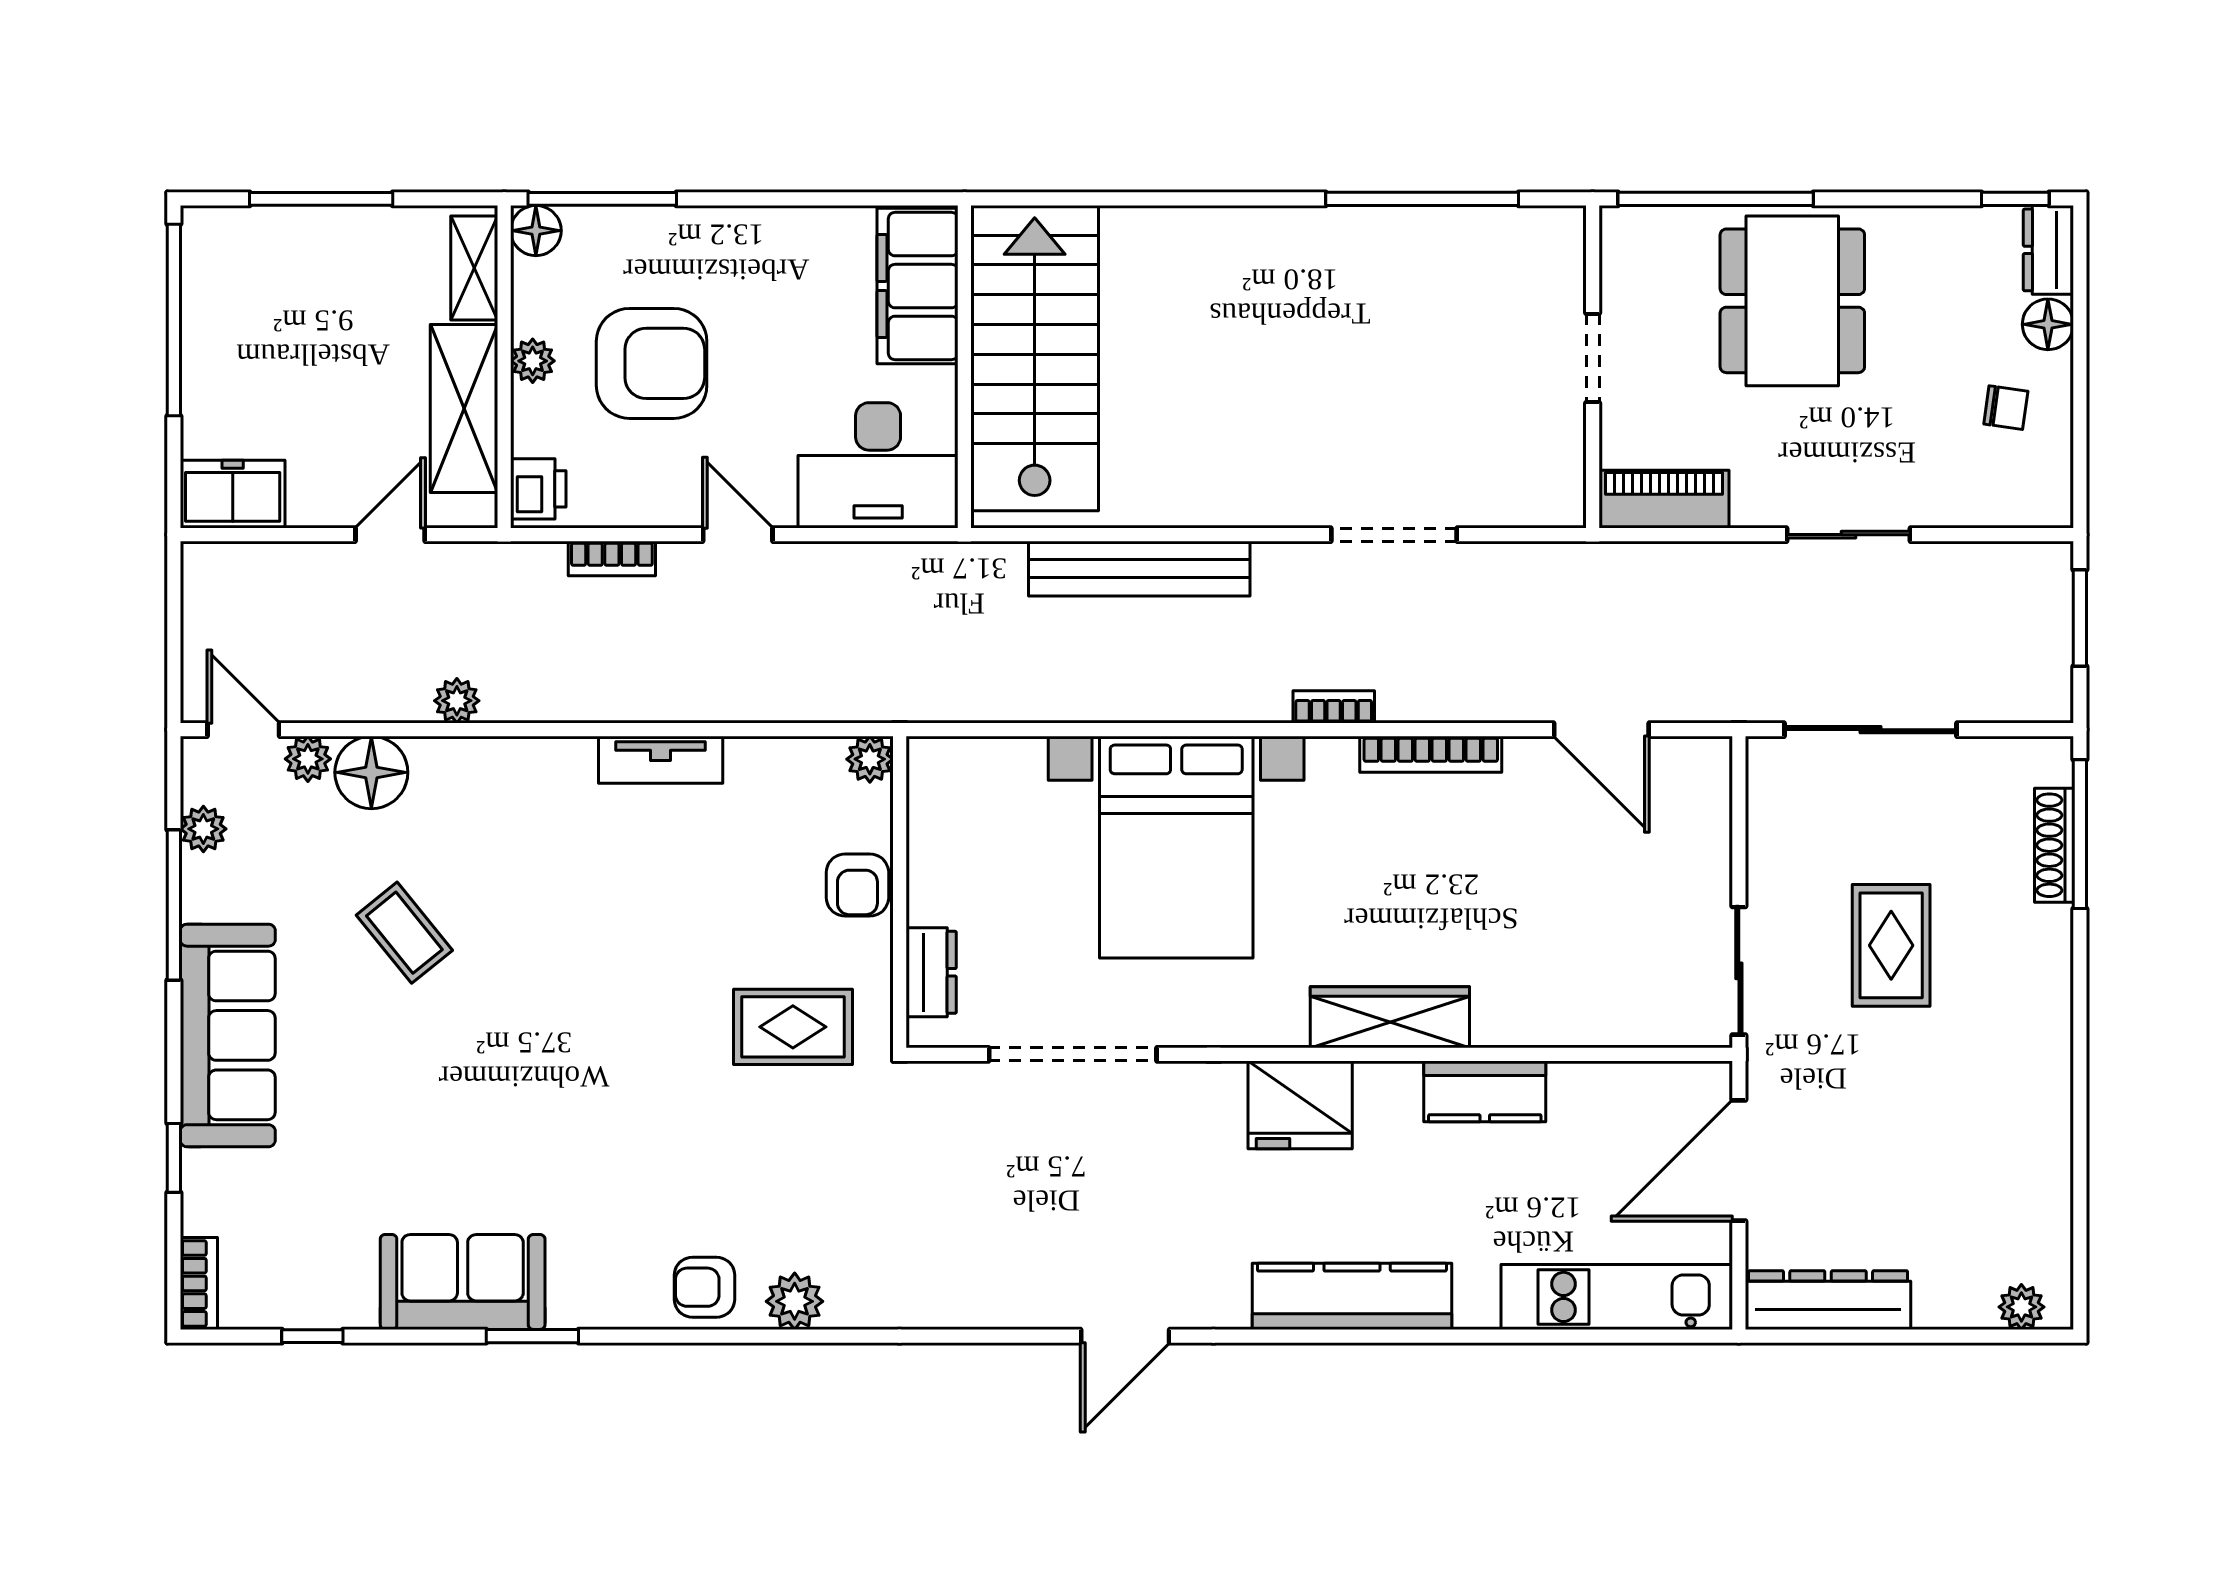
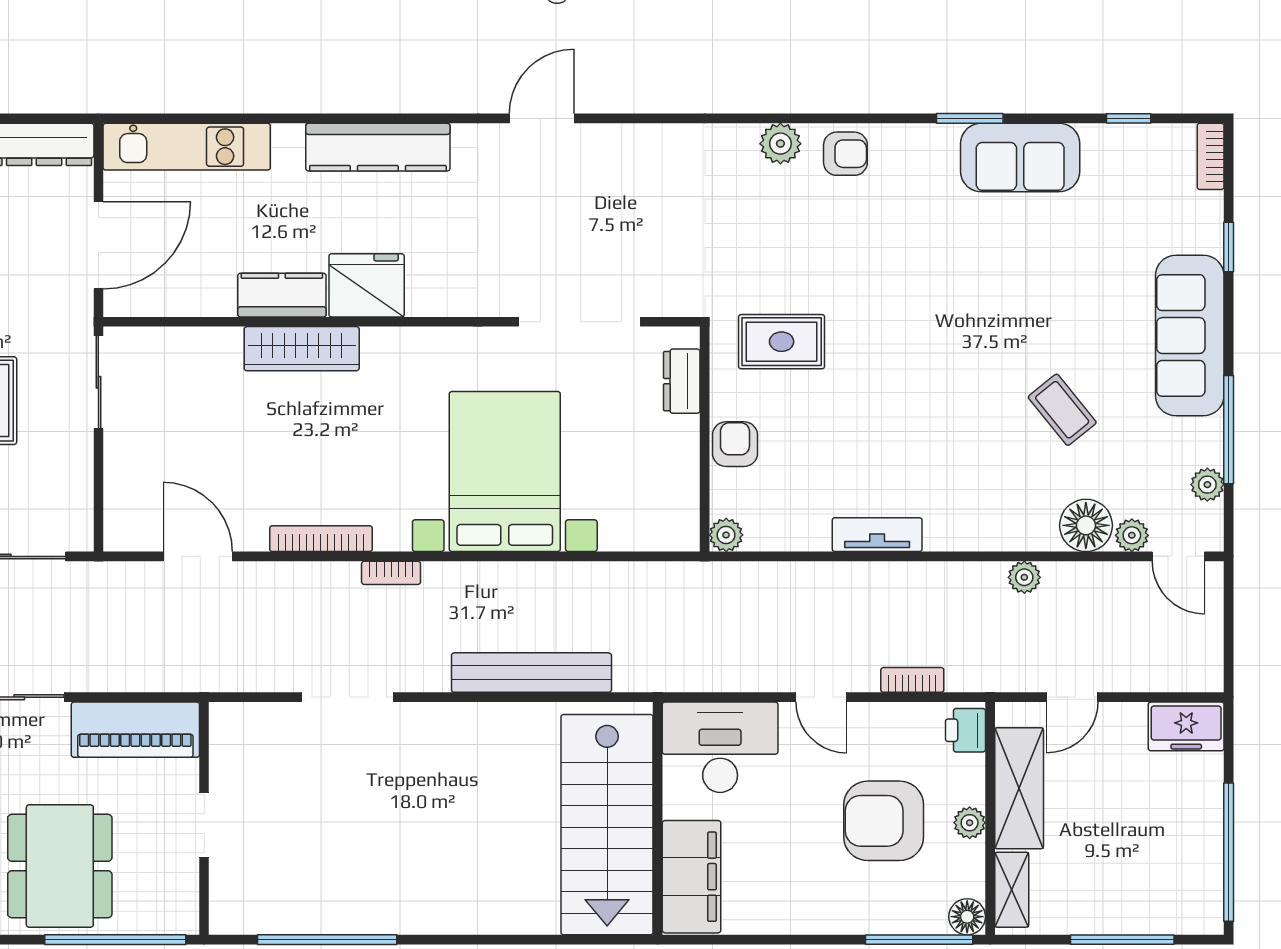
piano: (1664, 499) -> (135, 730), width x1.37, depth x1.33
wardrobe: (1390, 1017) -> (302, 349), moved
fridge: (1300, 1105) -> (367, 285), moved

